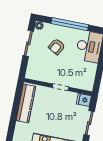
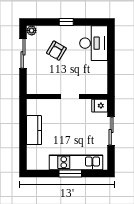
window: (70, 24) -> (66, 22), width x0.32
kitchen counter: (26, 103) -> (34, 130), width x0.67

